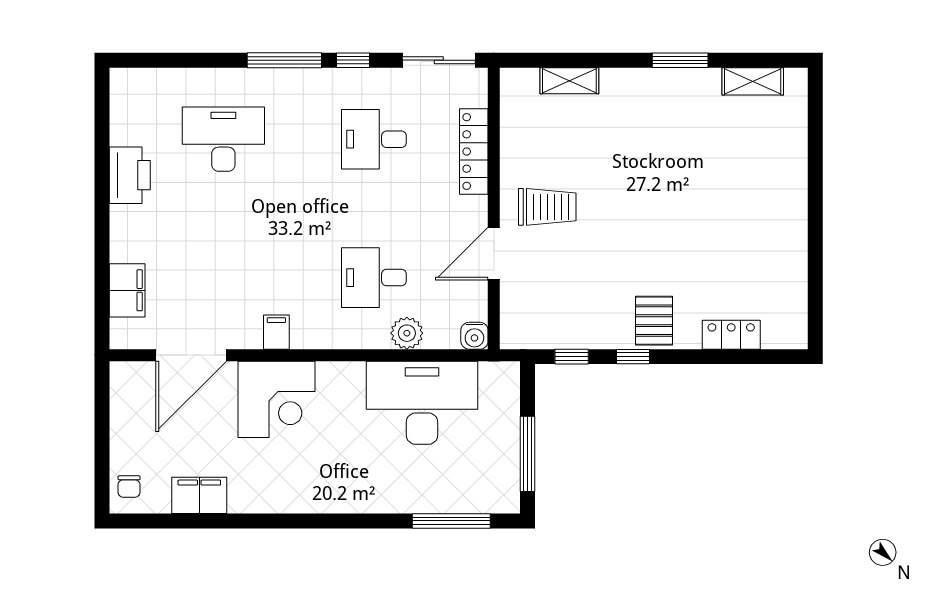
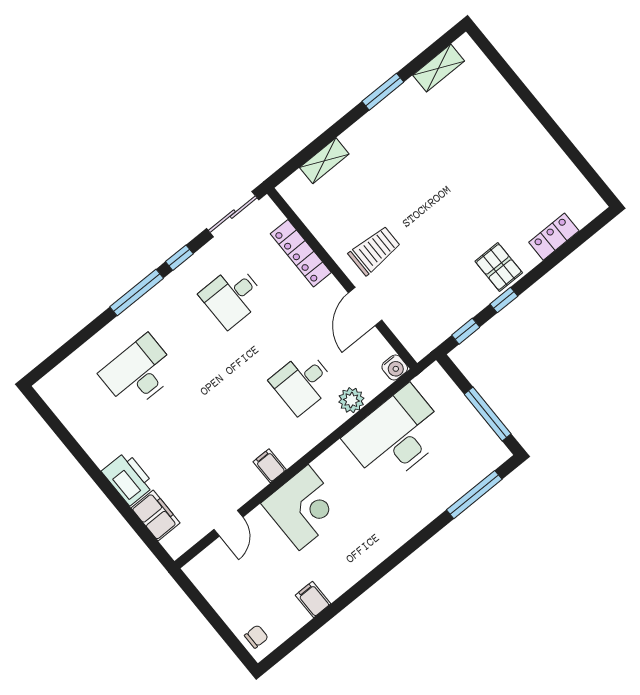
printer: (130, 175) -> (128, 478), moved
door: (191, 355) -> (228, 523), width x0.53
chair: (129, 487) -> (256, 637), turned -90
filing cabinet: (199, 495) -> (313, 599), width x0.50

